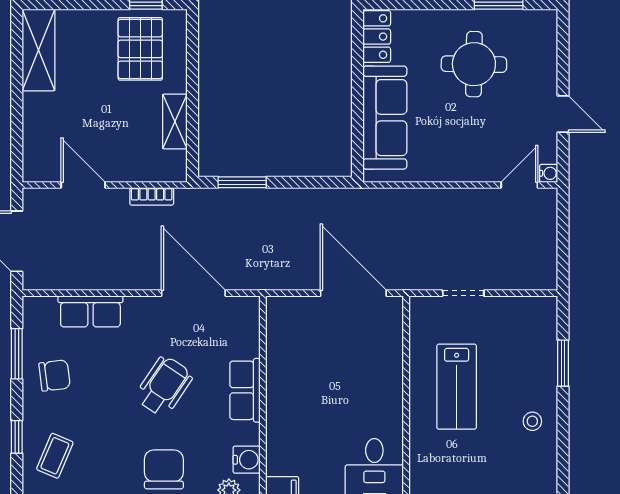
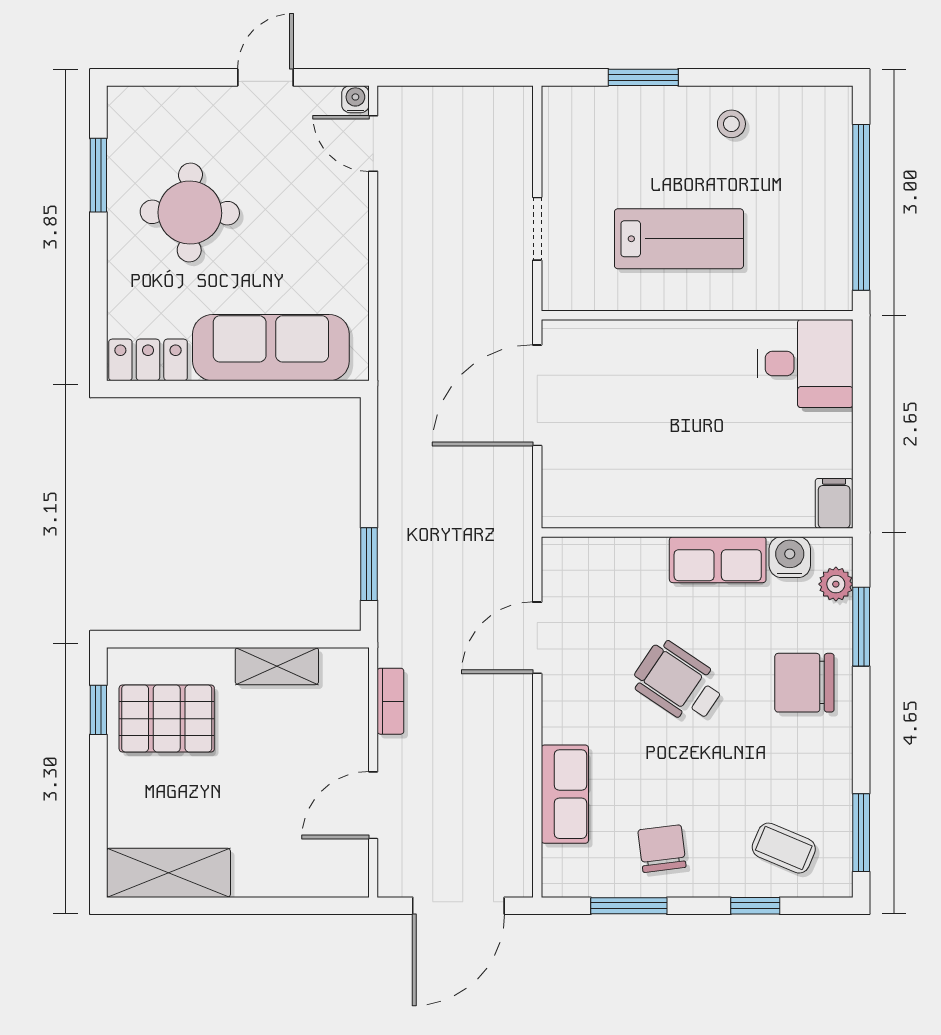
door: (193, 293) -> (537, 638), width x0.73
row of seats: (245, 390) -> (718, 560), moved

